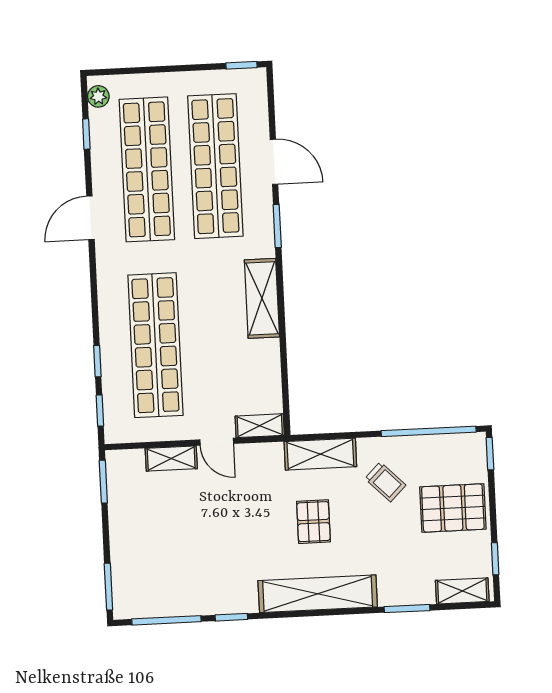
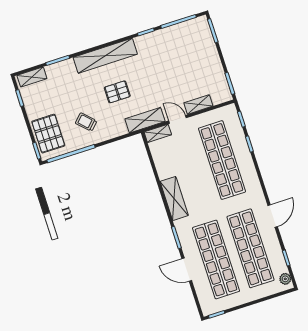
shelving: (320, 454) -> (145, 120), moved
pallet: (453, 508) -> (48, 134), moved, turned 90
pallet: (313, 522) -> (117, 92), turned 90

